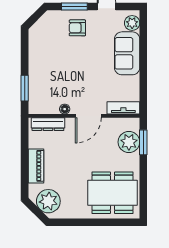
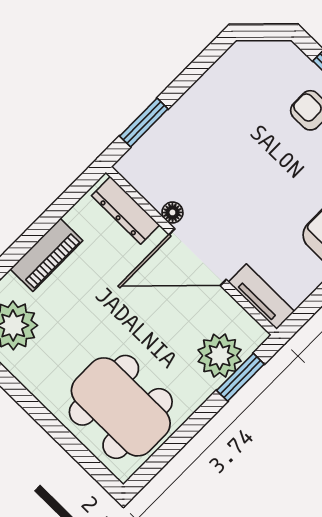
door: (88, 116) -> (198, 257), width x1.36

